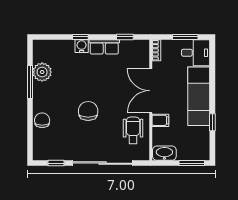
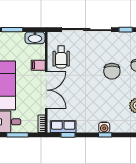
row of seats: (104, 47) -> (63, 127), moved
chair: (88, 111) -> (112, 71), moved

